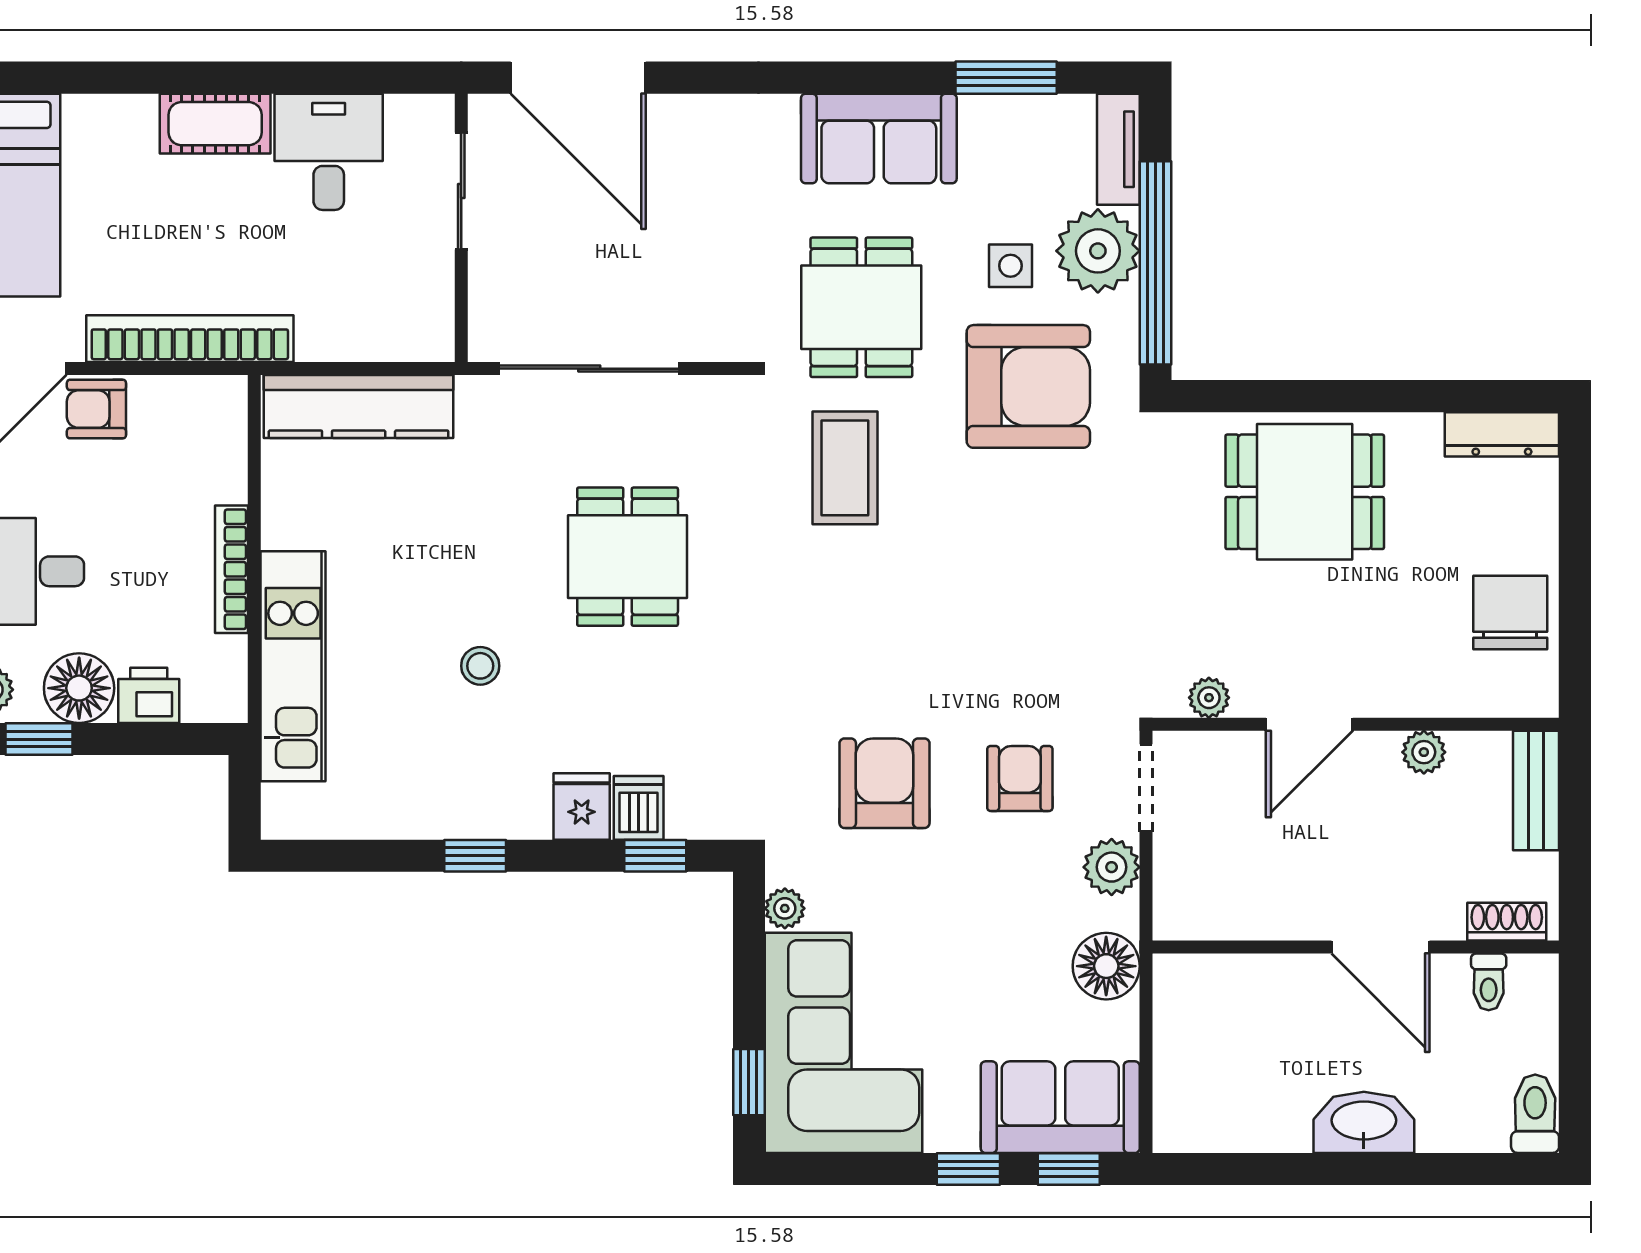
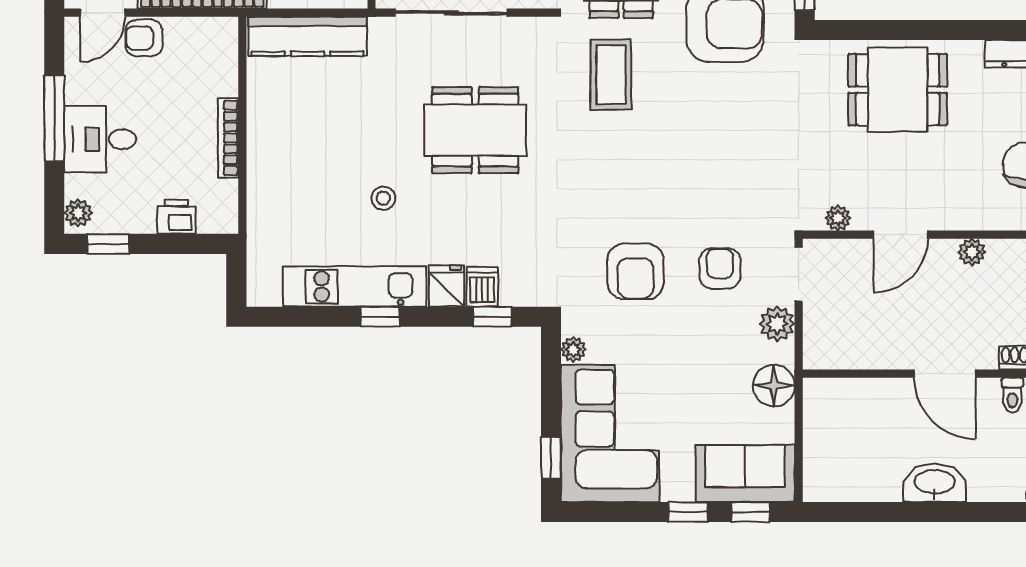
dining table: (628, 557) -> (475, 130), width x1.38
kitchen unit: (293, 666) -> (355, 287), moved, turned -90
floor lamp: (79, 688) -> (133, 212), removed
armchair: (884, 783) -> (636, 271), turned 180

